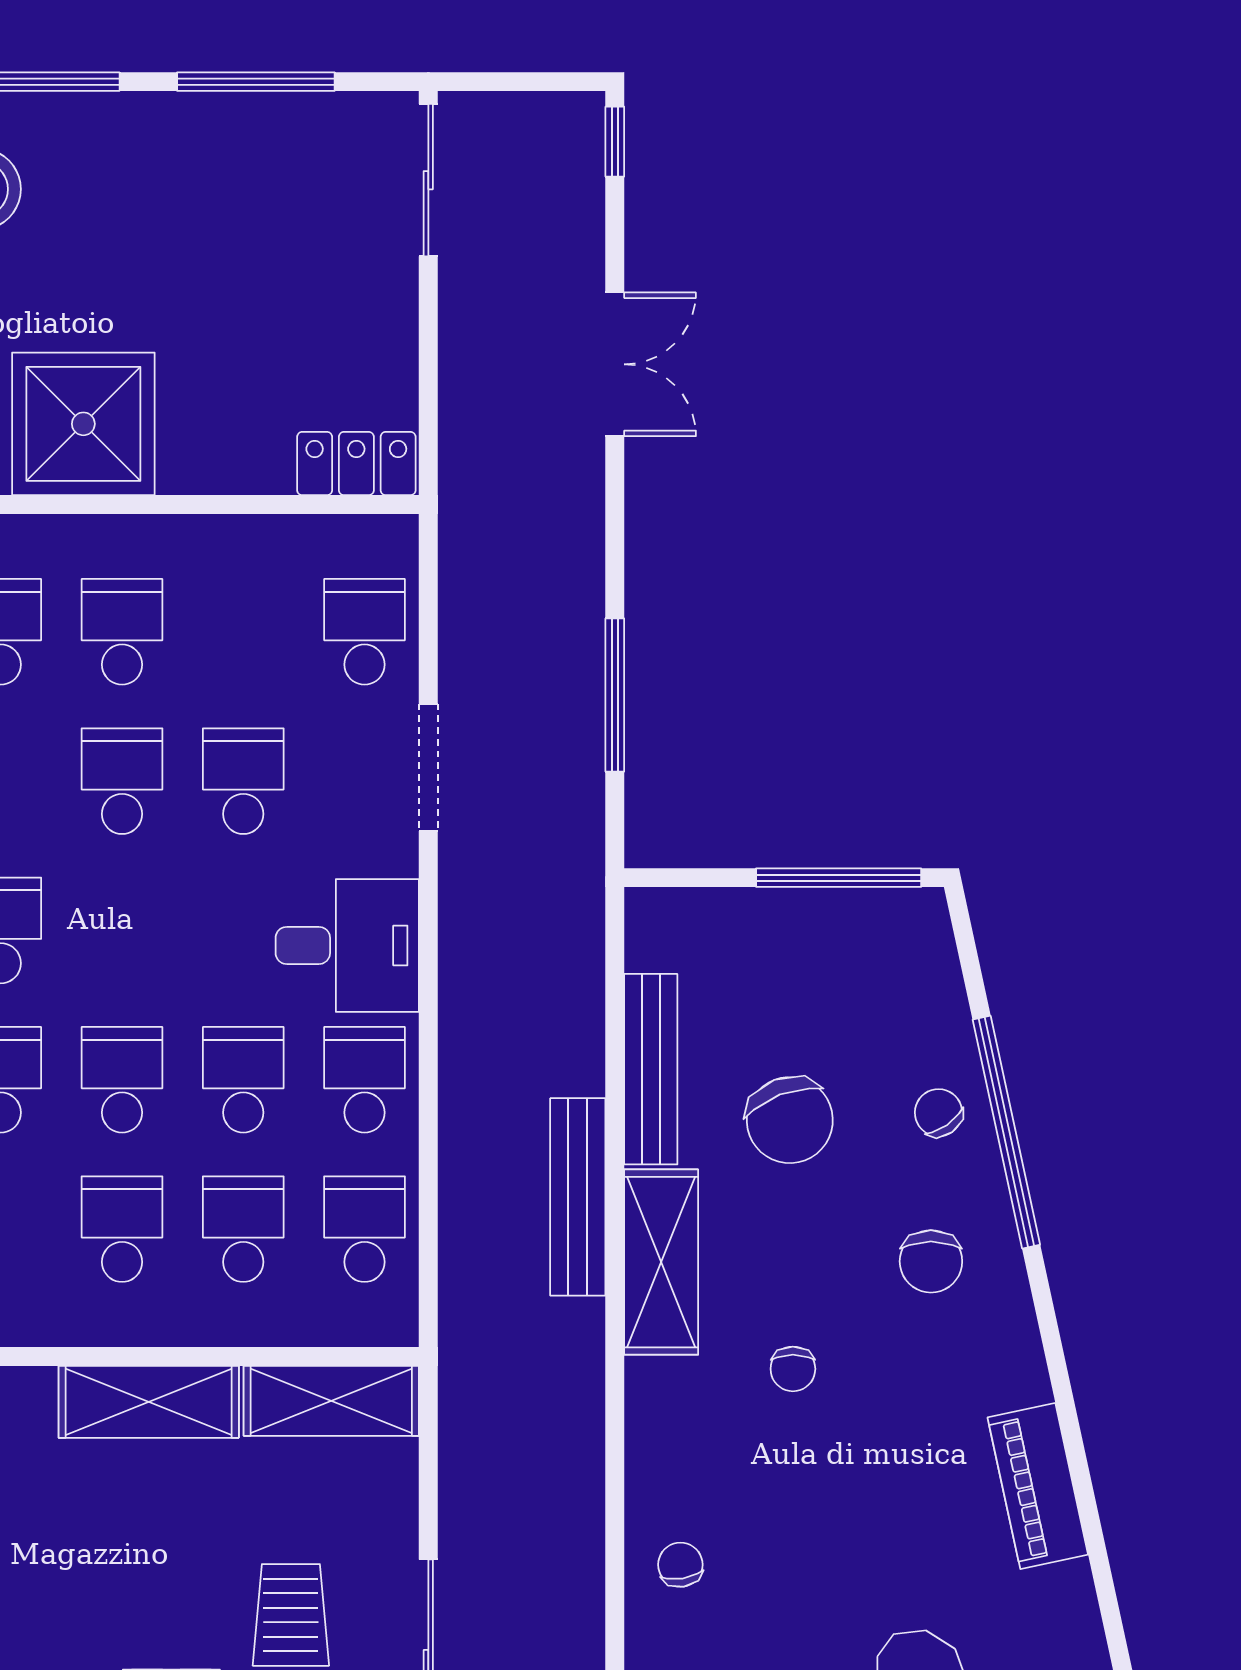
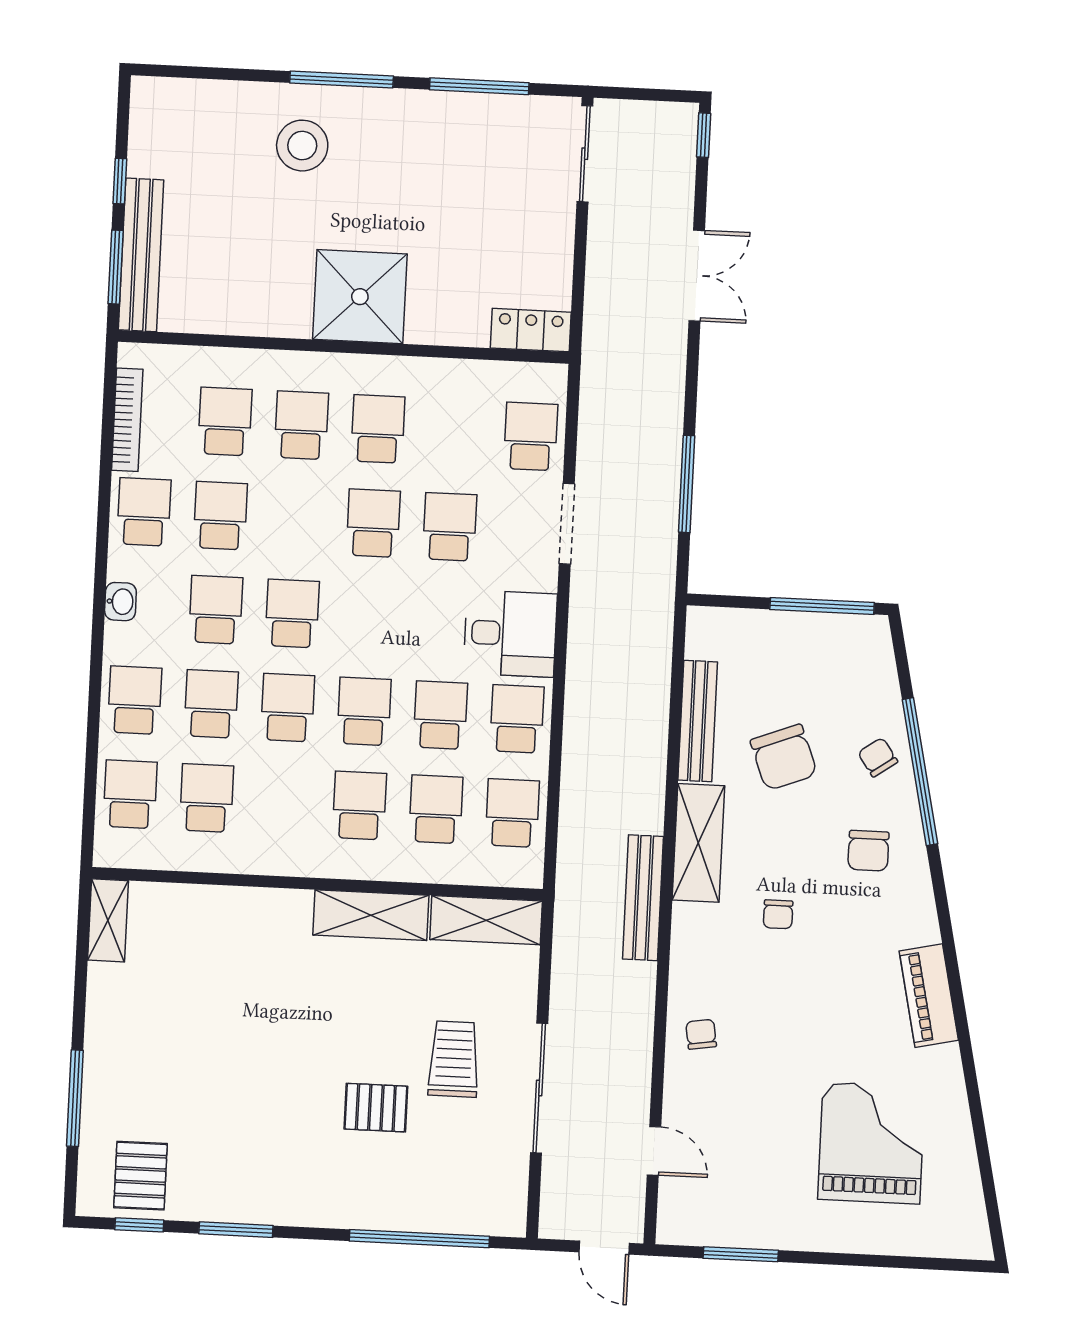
bench: (578, 1197) -> (643, 898), moved

